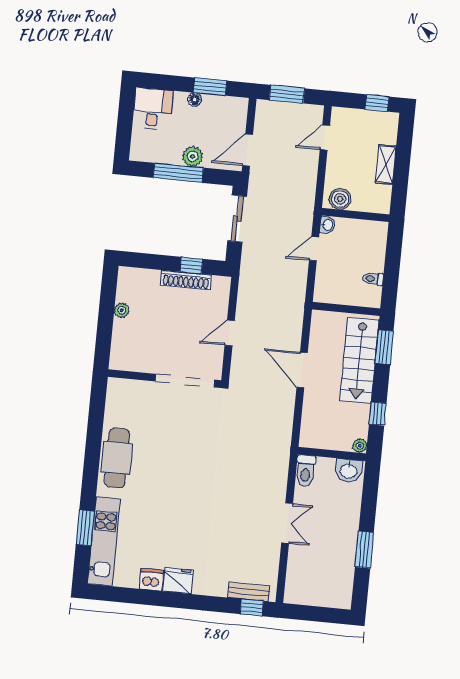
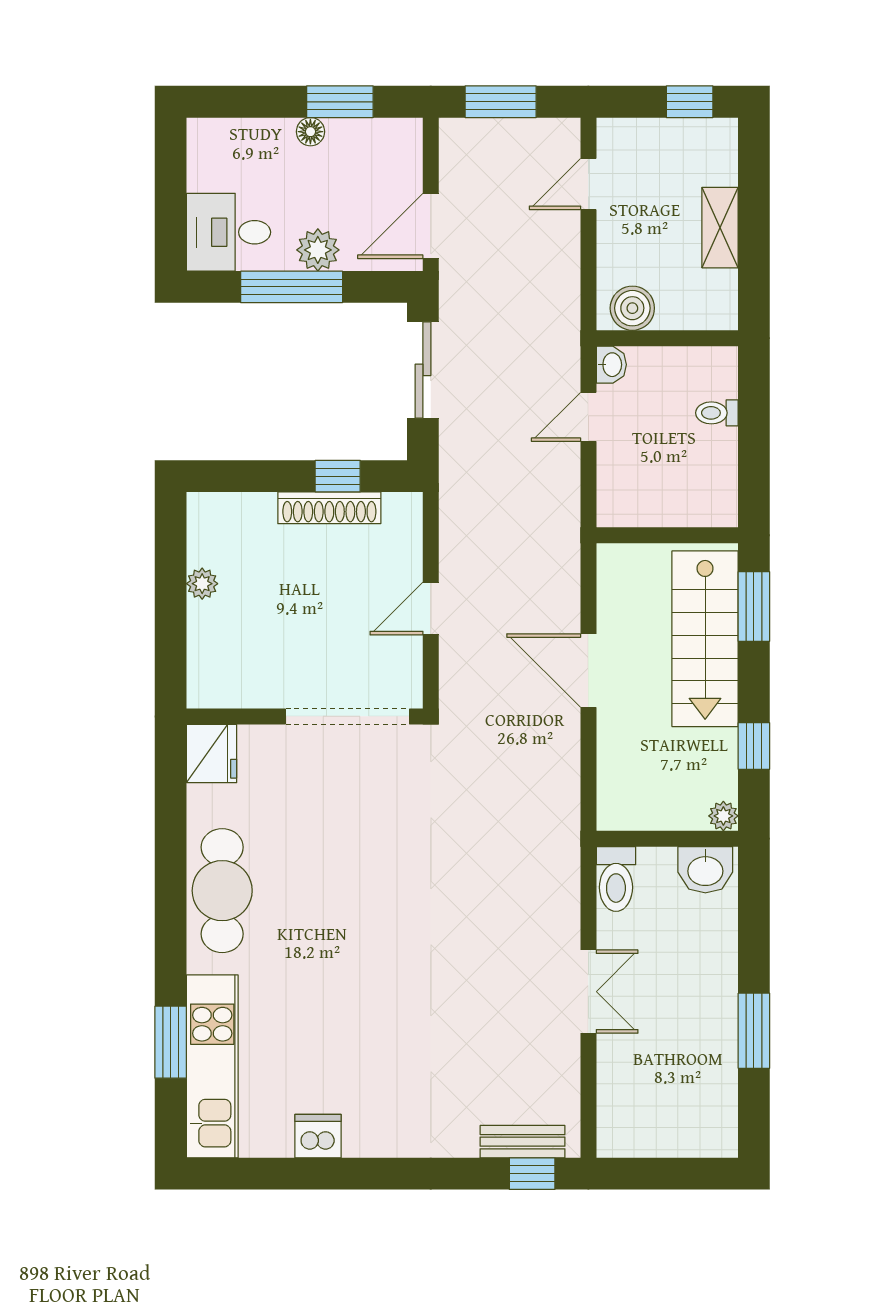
desk: (153, 109) -> (228, 232), moved, turned -90
toilet: (373, 279) -> (717, 413), moved
fridge: (178, 581) -> (212, 754), moved, turned 90

